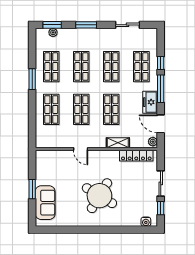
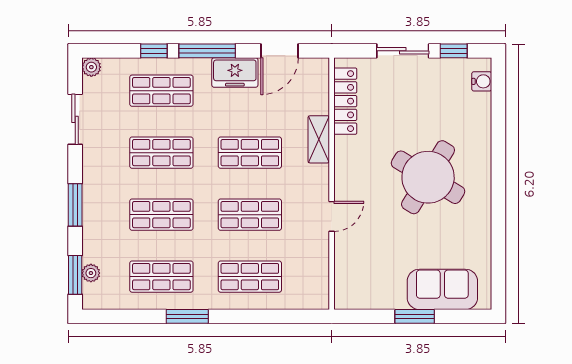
plant: (153, 142) -> (91, 67), moved

